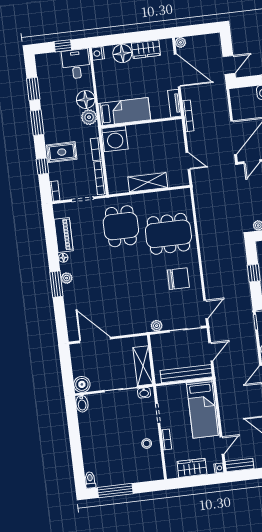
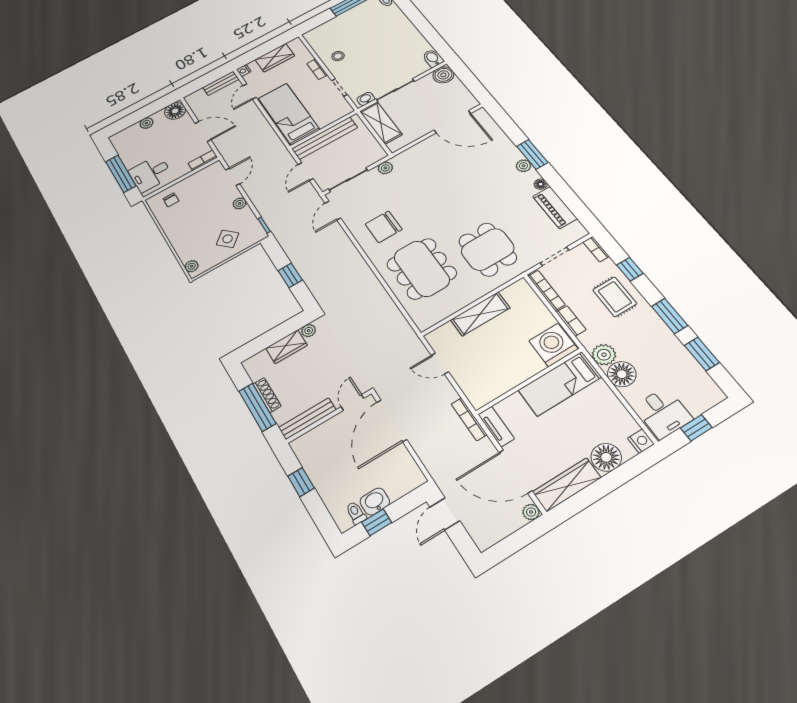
wardrobe: (146, 49) -> (567, 485), width x1.50
rug: (62, 152) -> (615, 297), turned 90
dining table: (168, 234) -> (422, 269), turned 90

